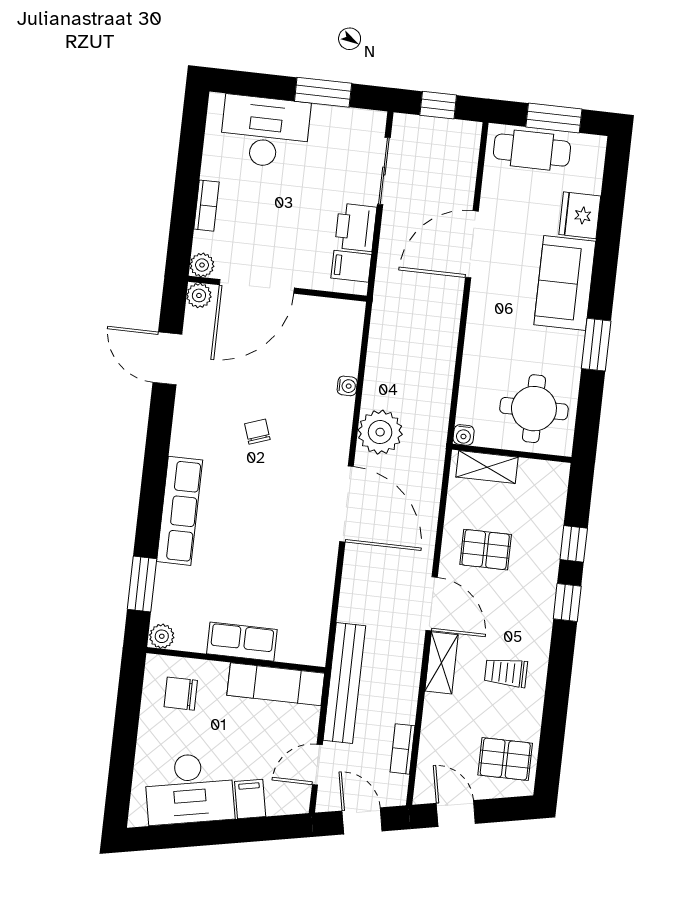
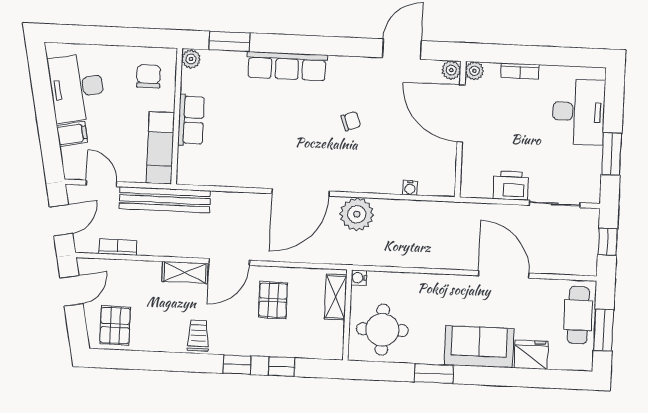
filing cabinet: (351, 266) -> (481, 184), removed
water cooler: (347, 386) -> (410, 188), moved
trolley: (506, 672) -> (198, 335), moved

